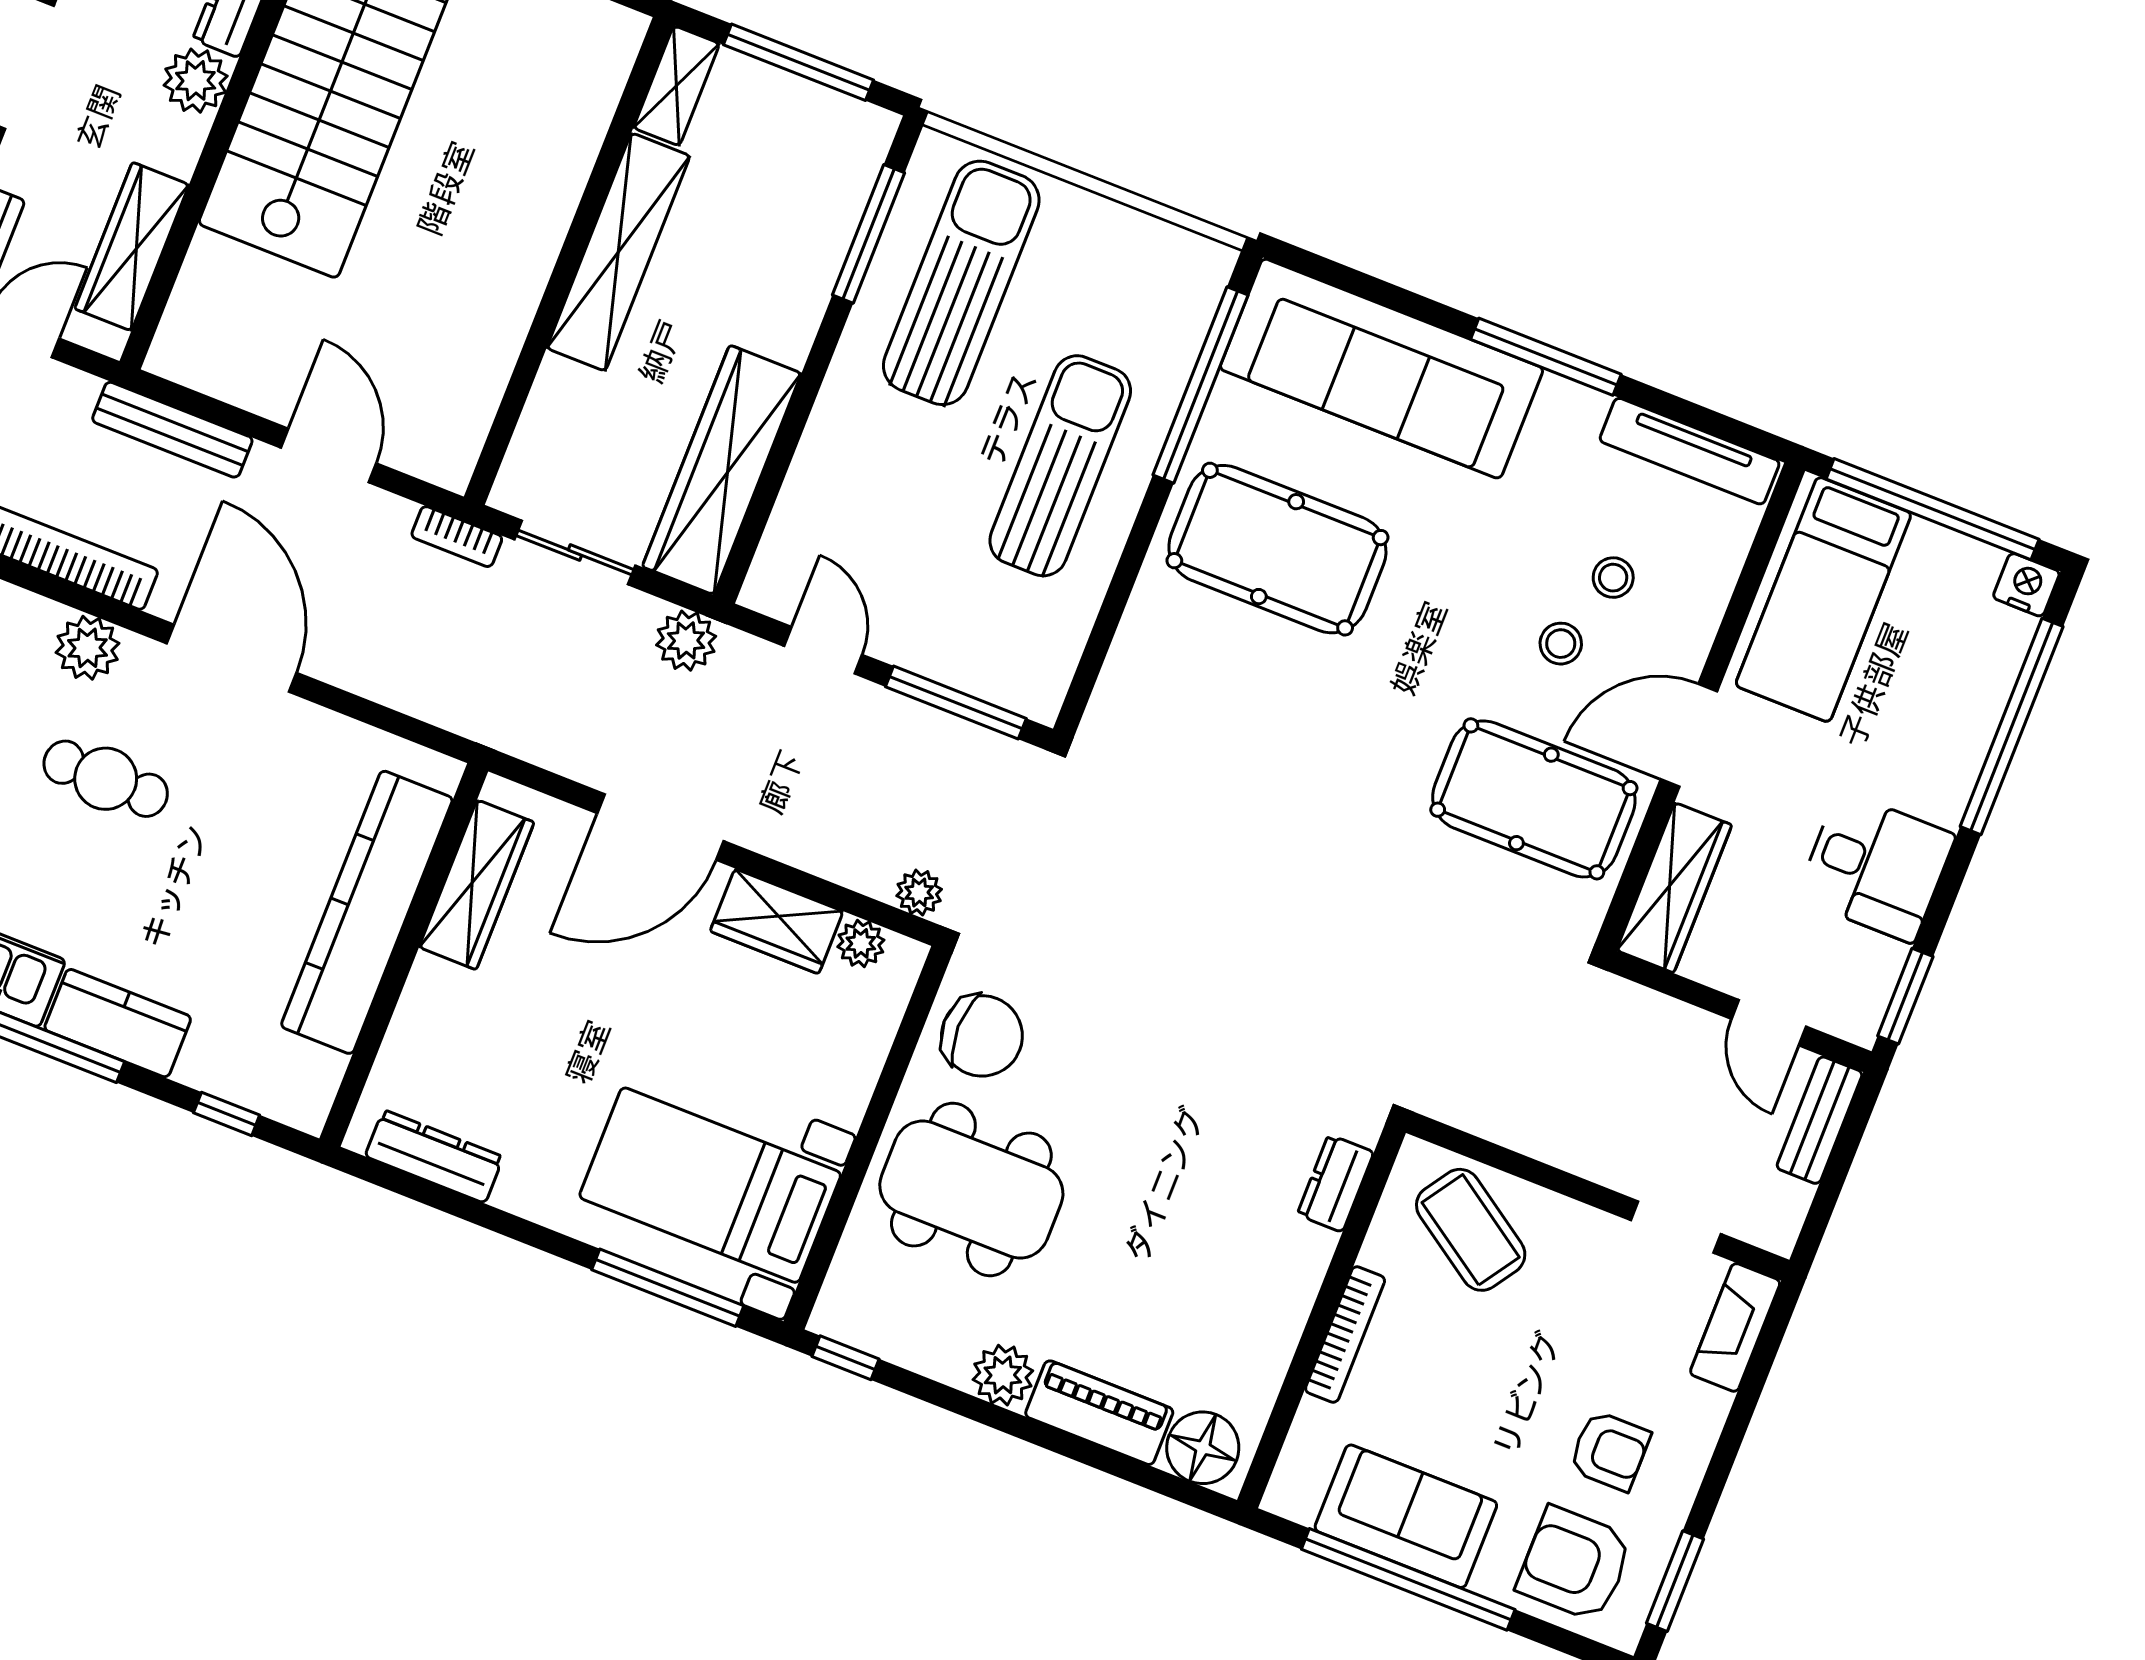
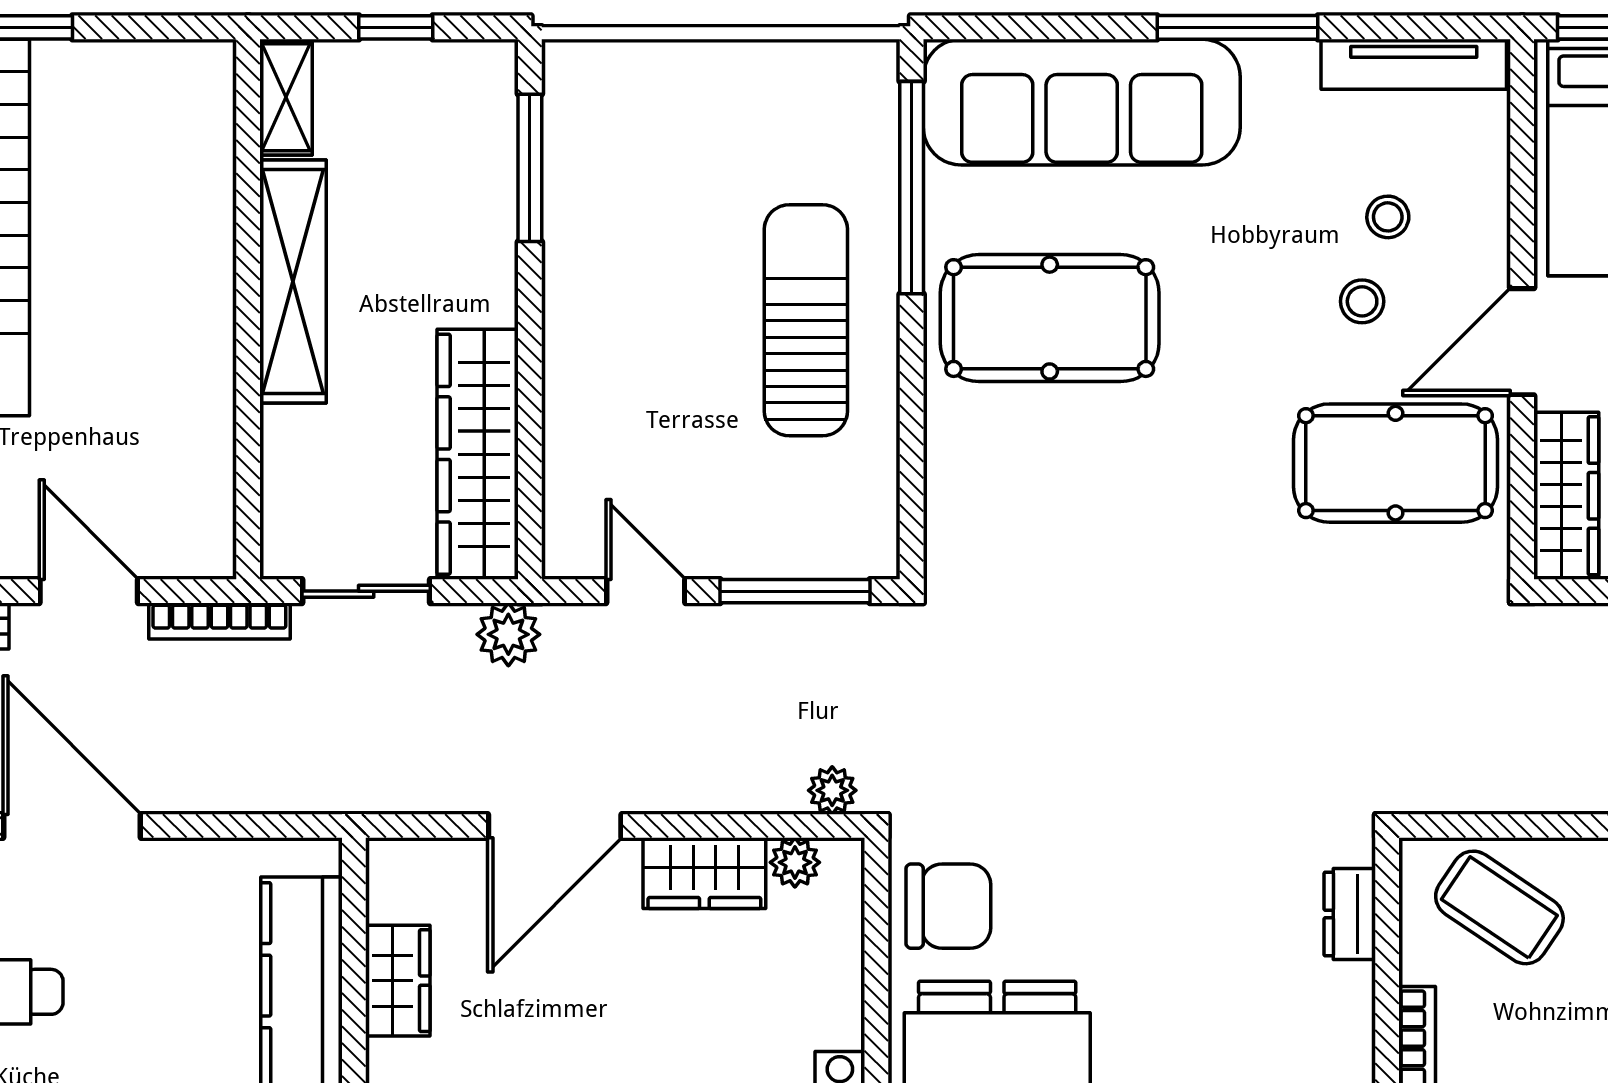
window: (799, 62) -> (396, 27), width x0.46
sun lounger: (961, 283) -> (639, 180), removed
bookcase: (457, 537) -> (219, 621), width x1.56
wardrobe: (477, 885) -> (398, 981), width x0.67

